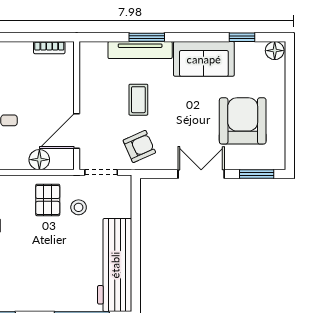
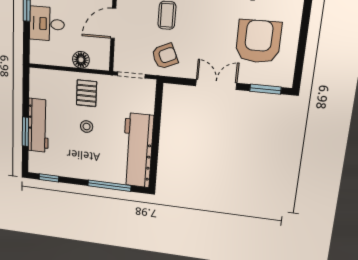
door: (77, 131) -> (113, 23), moved
stool: (79, 207) -> (87, 127), moved

